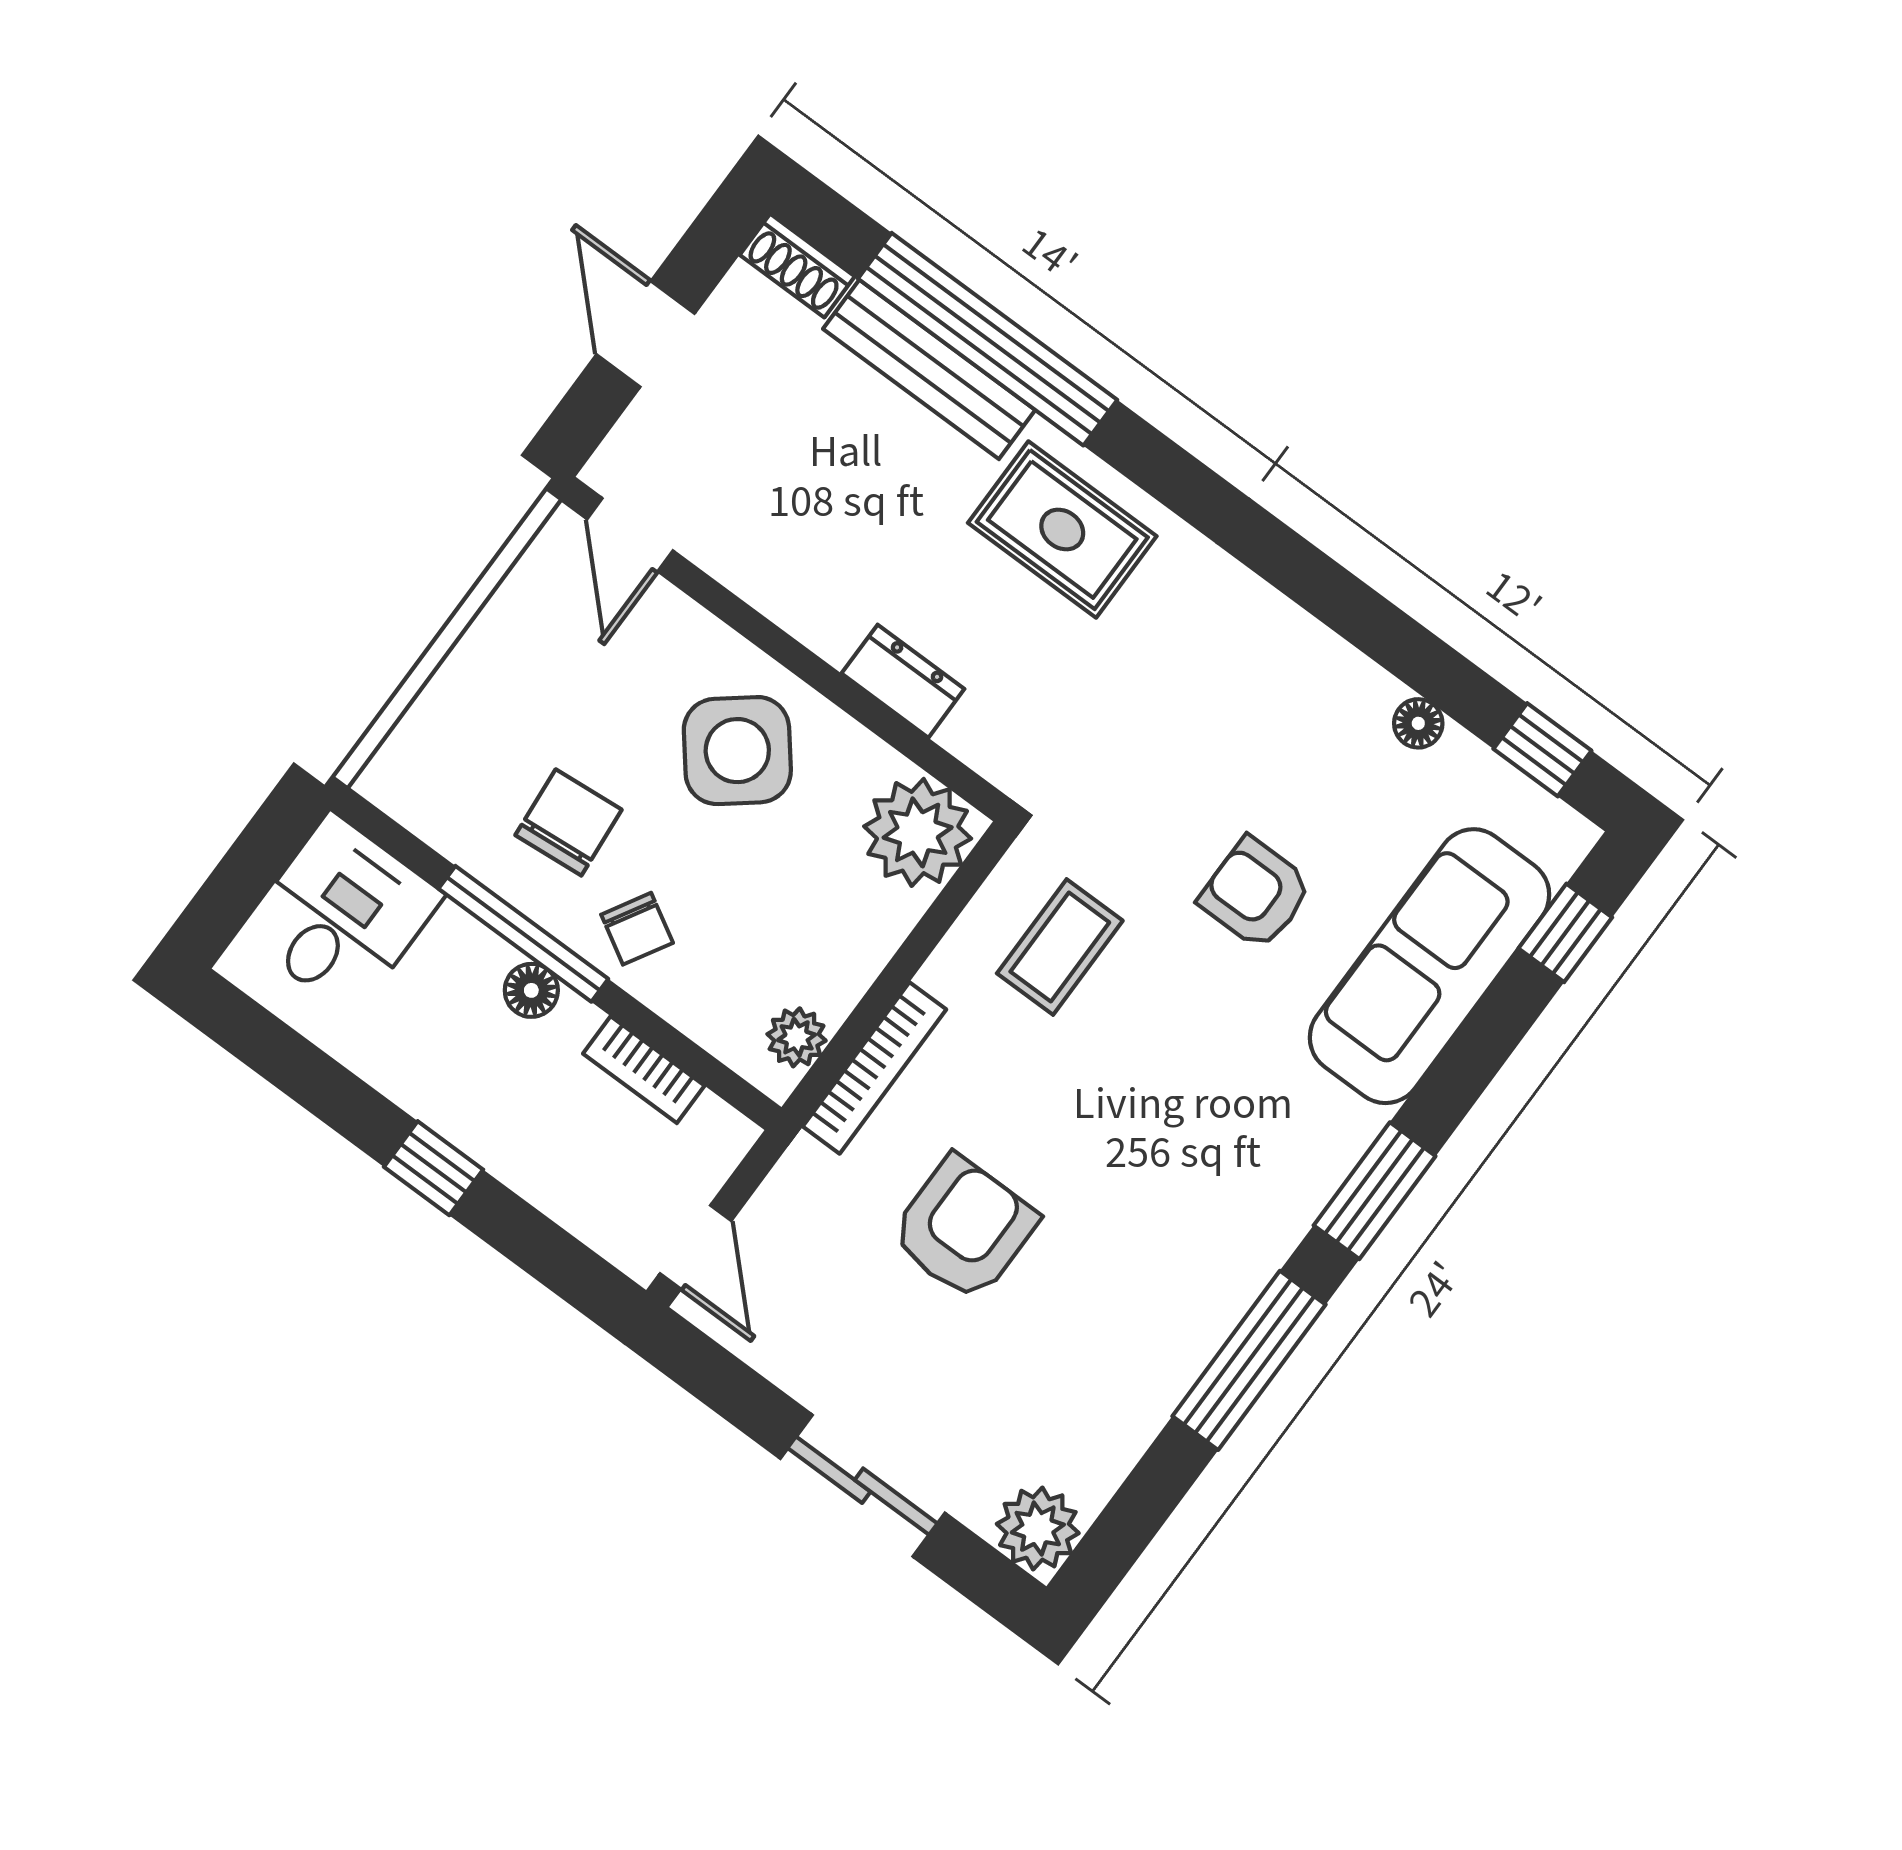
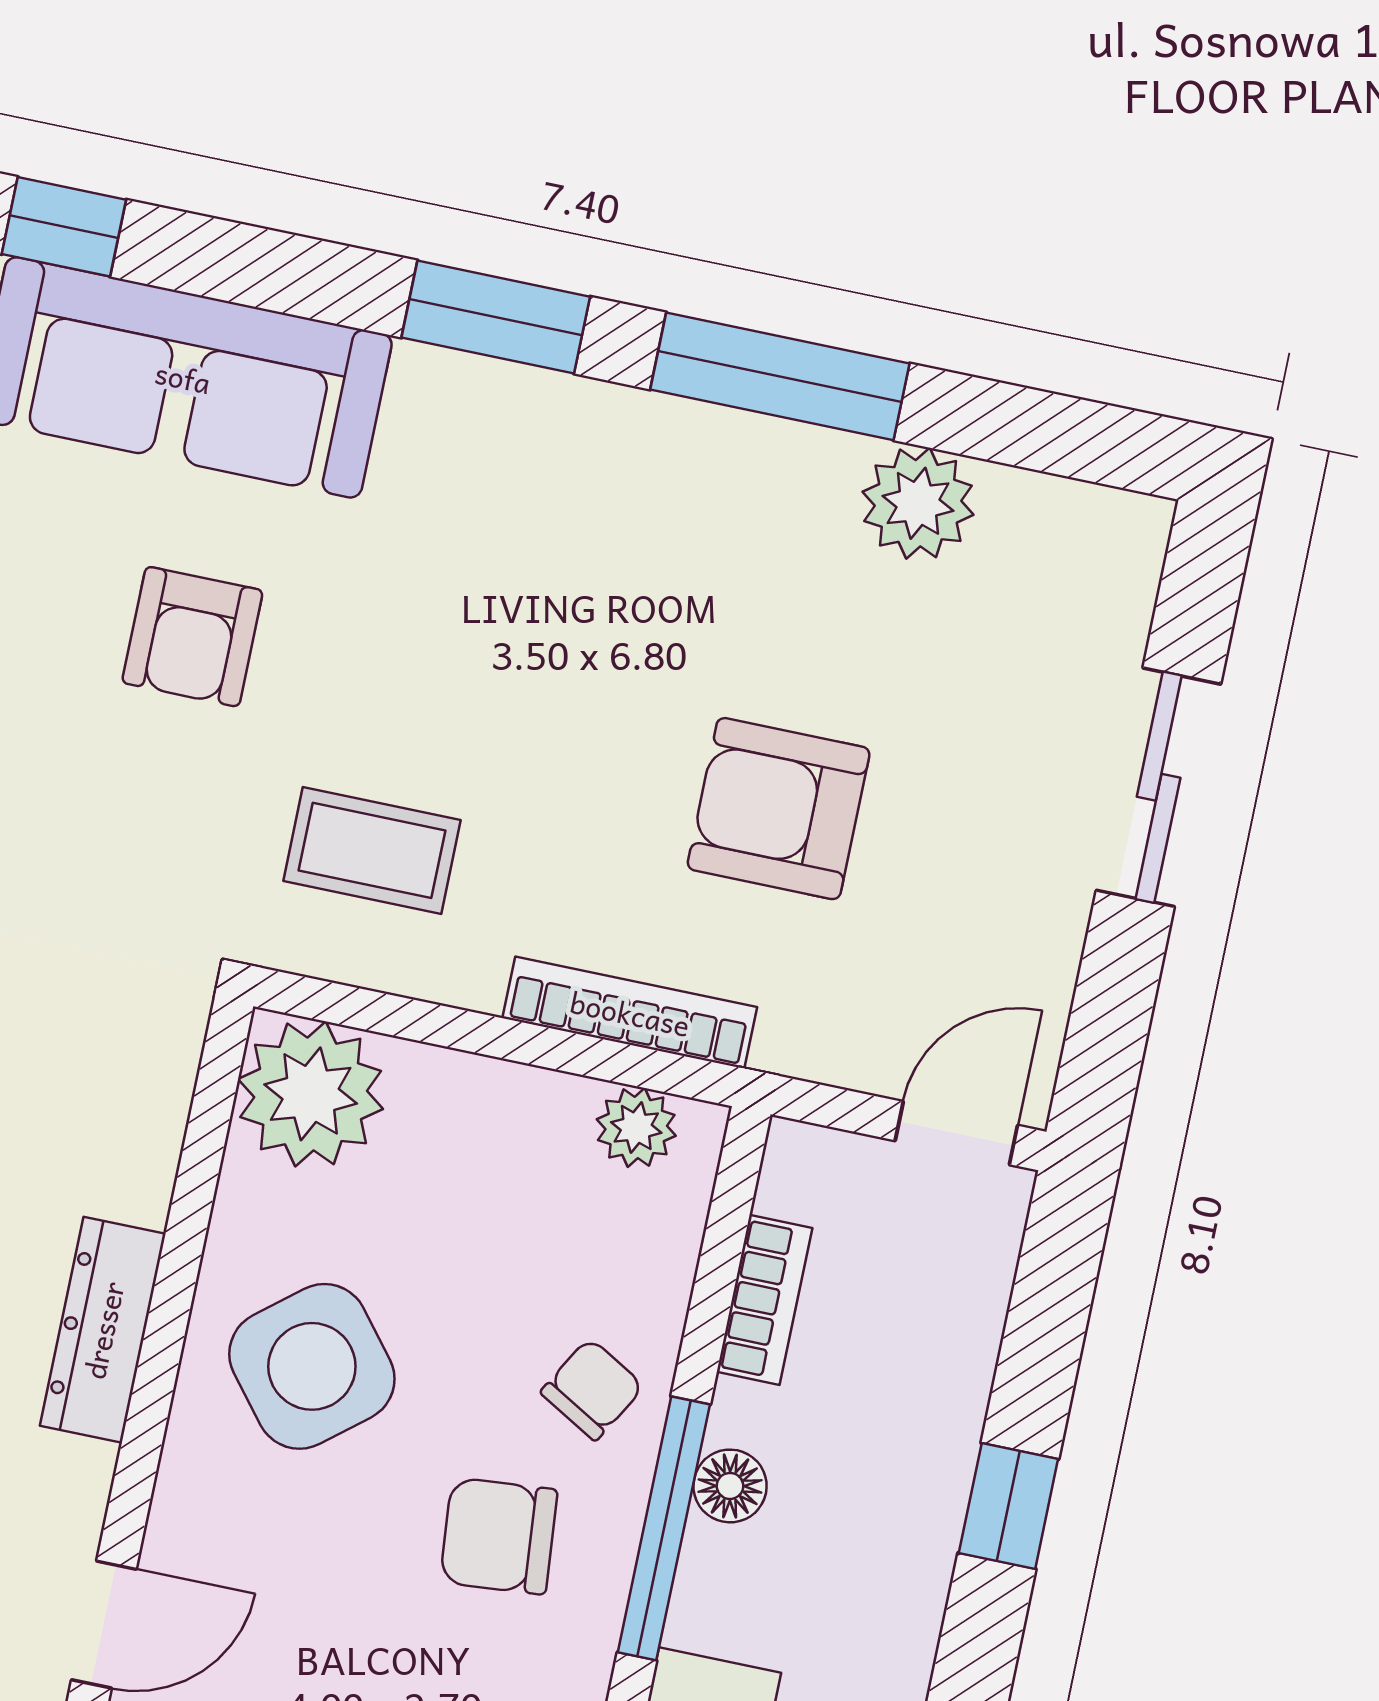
dresser: (903, 681) -> (103, 1330), moved, width x1.44
plant: (1038, 1529) -> (918, 503), moved

